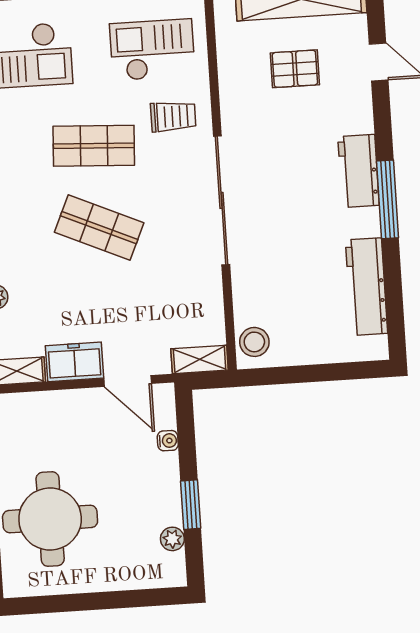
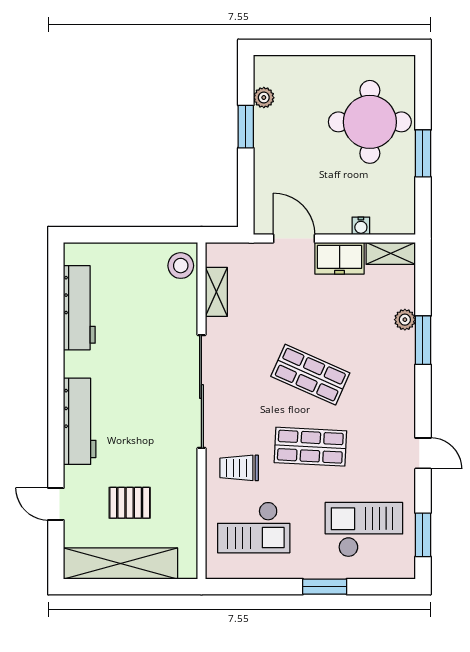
workbench: (359, 171) -> (80, 421), width x1.38
window: (388, 199) -> (56, 383), removed
shelving: (200, 359) -> (216, 292), moved, turned 90
water cooler: (168, 441) -> (361, 226), moved, turned -90

